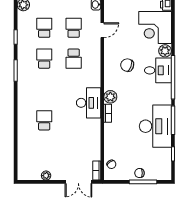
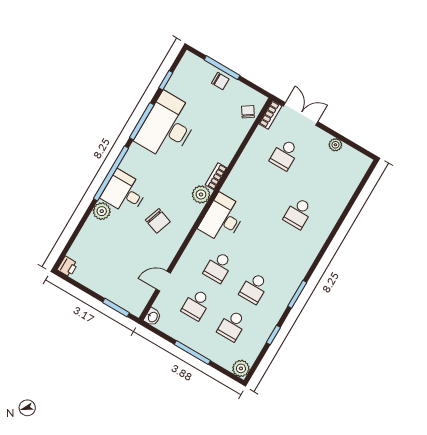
corner desk: (155, 28) -> (97, 247), removed
school desk: (74, 59) -> (218, 267), turned 180
desk: (89, 103) -> (223, 219), moved
school desk: (74, 151) -> (285, 155), added

